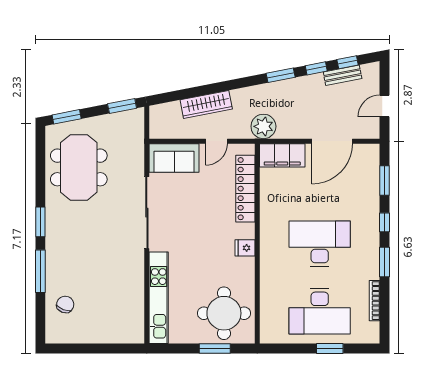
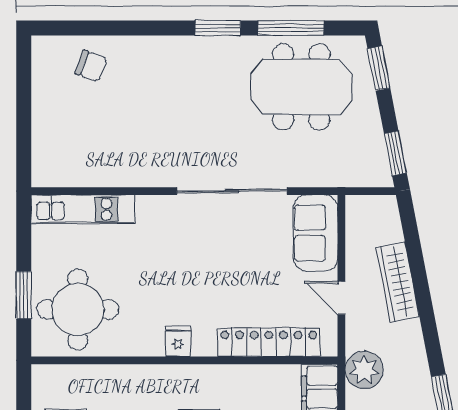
window: (40, 271) -> (291, 28), moved
kitchen unit: (159, 298) -> (83, 209), width x0.73

